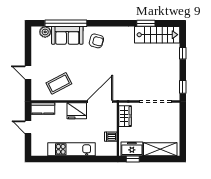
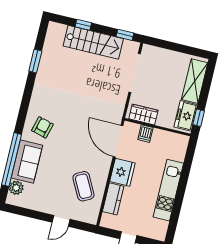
stairs: (157, 35) -> (93, 42), moved, turned 90
kitchen counter: (43, 108) -> (113, 199), moved
dishwasher: (111, 137) -> (145, 134), moved

